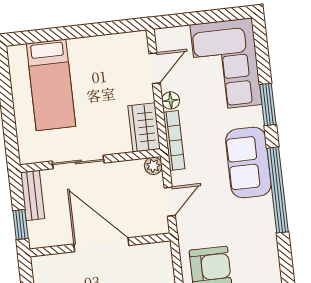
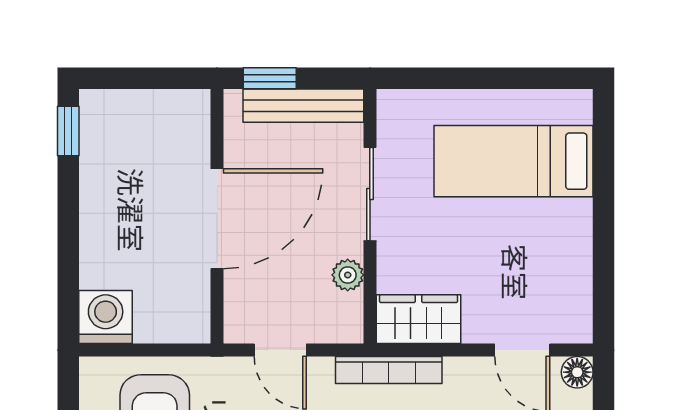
floor lamp: (171, 100) -> (577, 372), moved
plant: (153, 166) -> (348, 275), moved
bench: (33, 195) -> (303, 106), width x1.36

